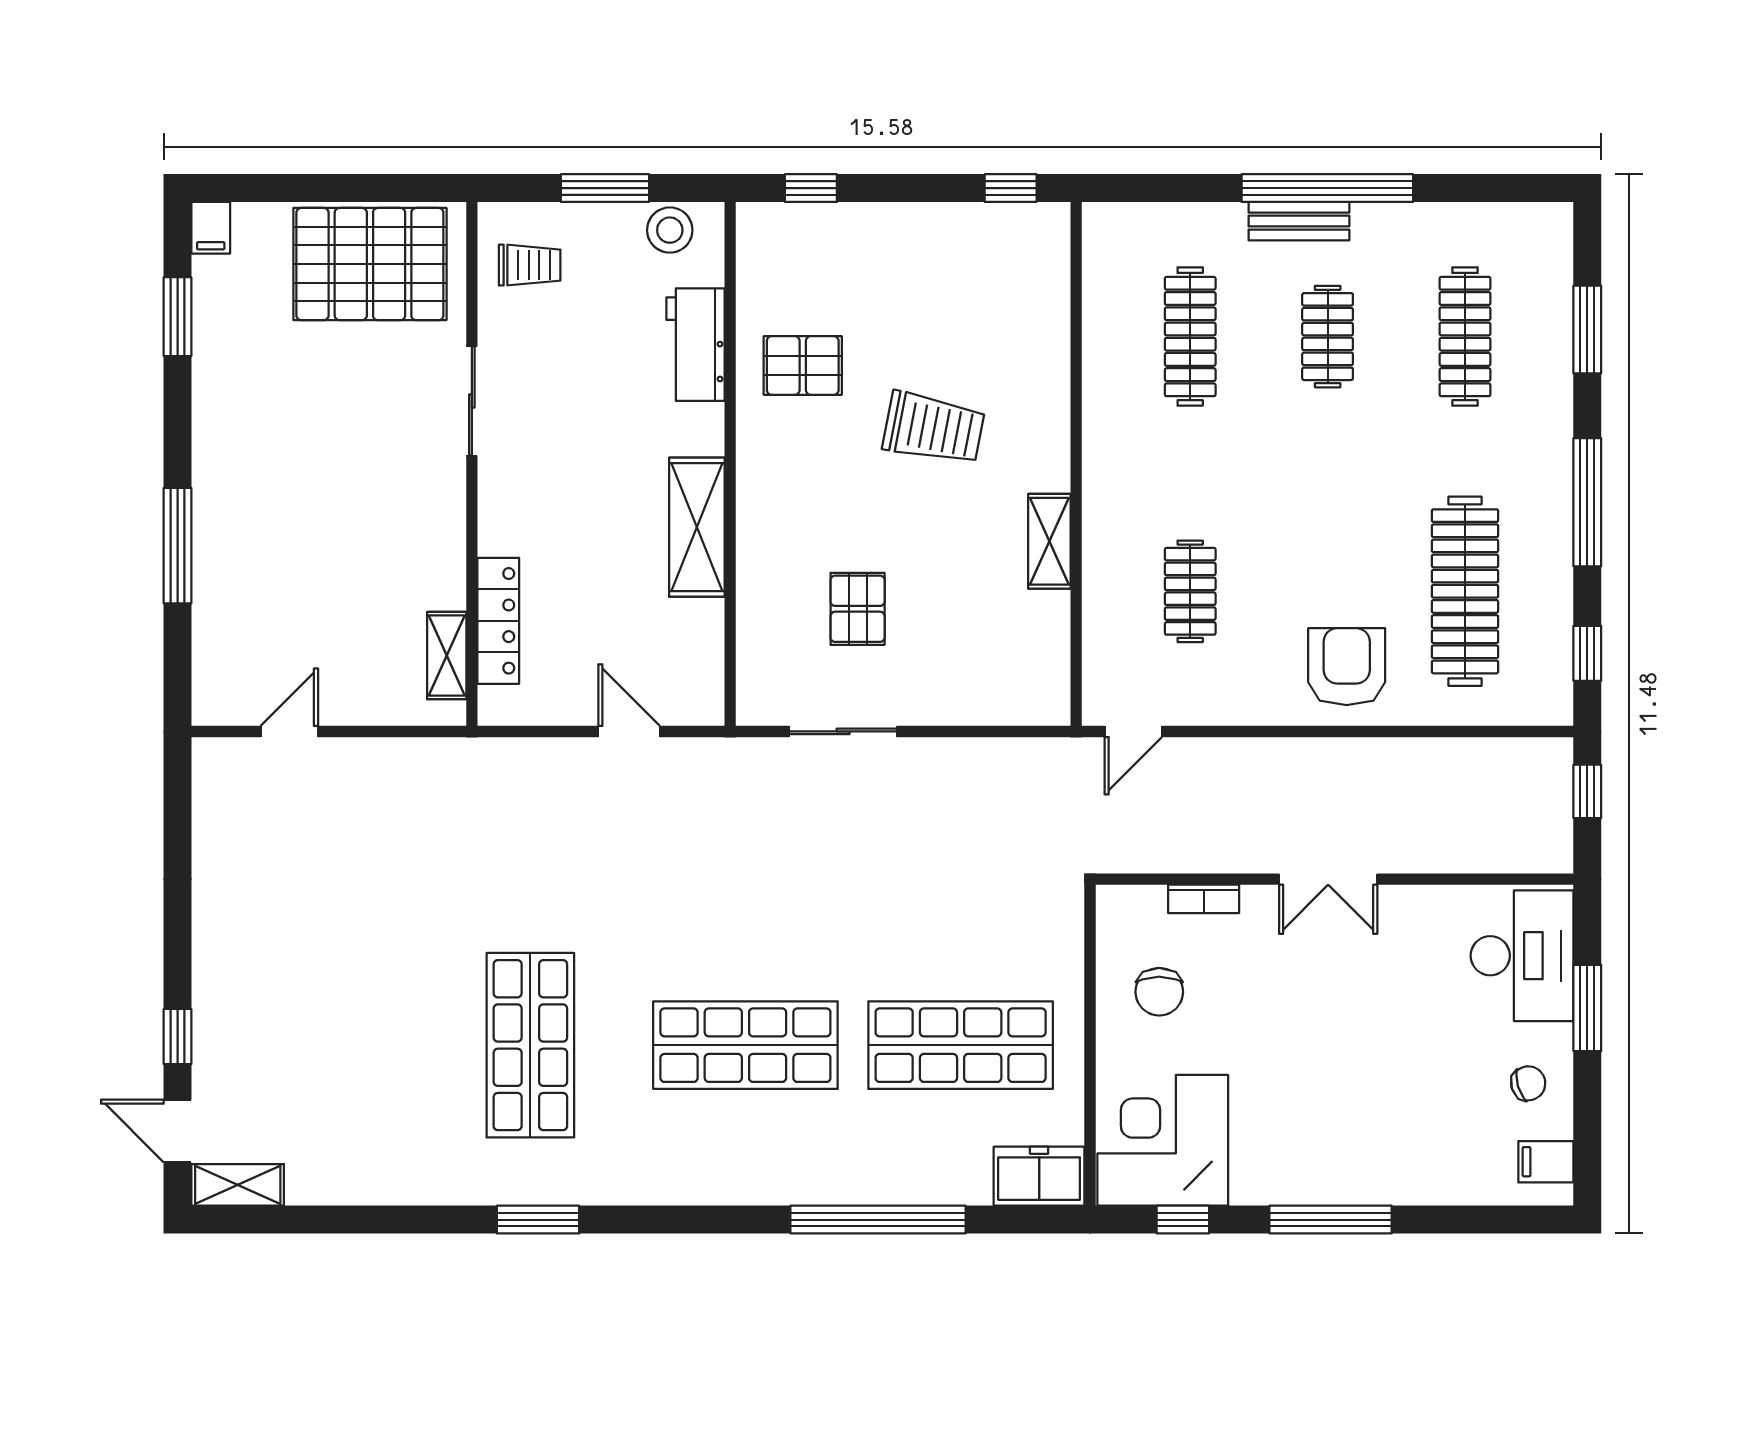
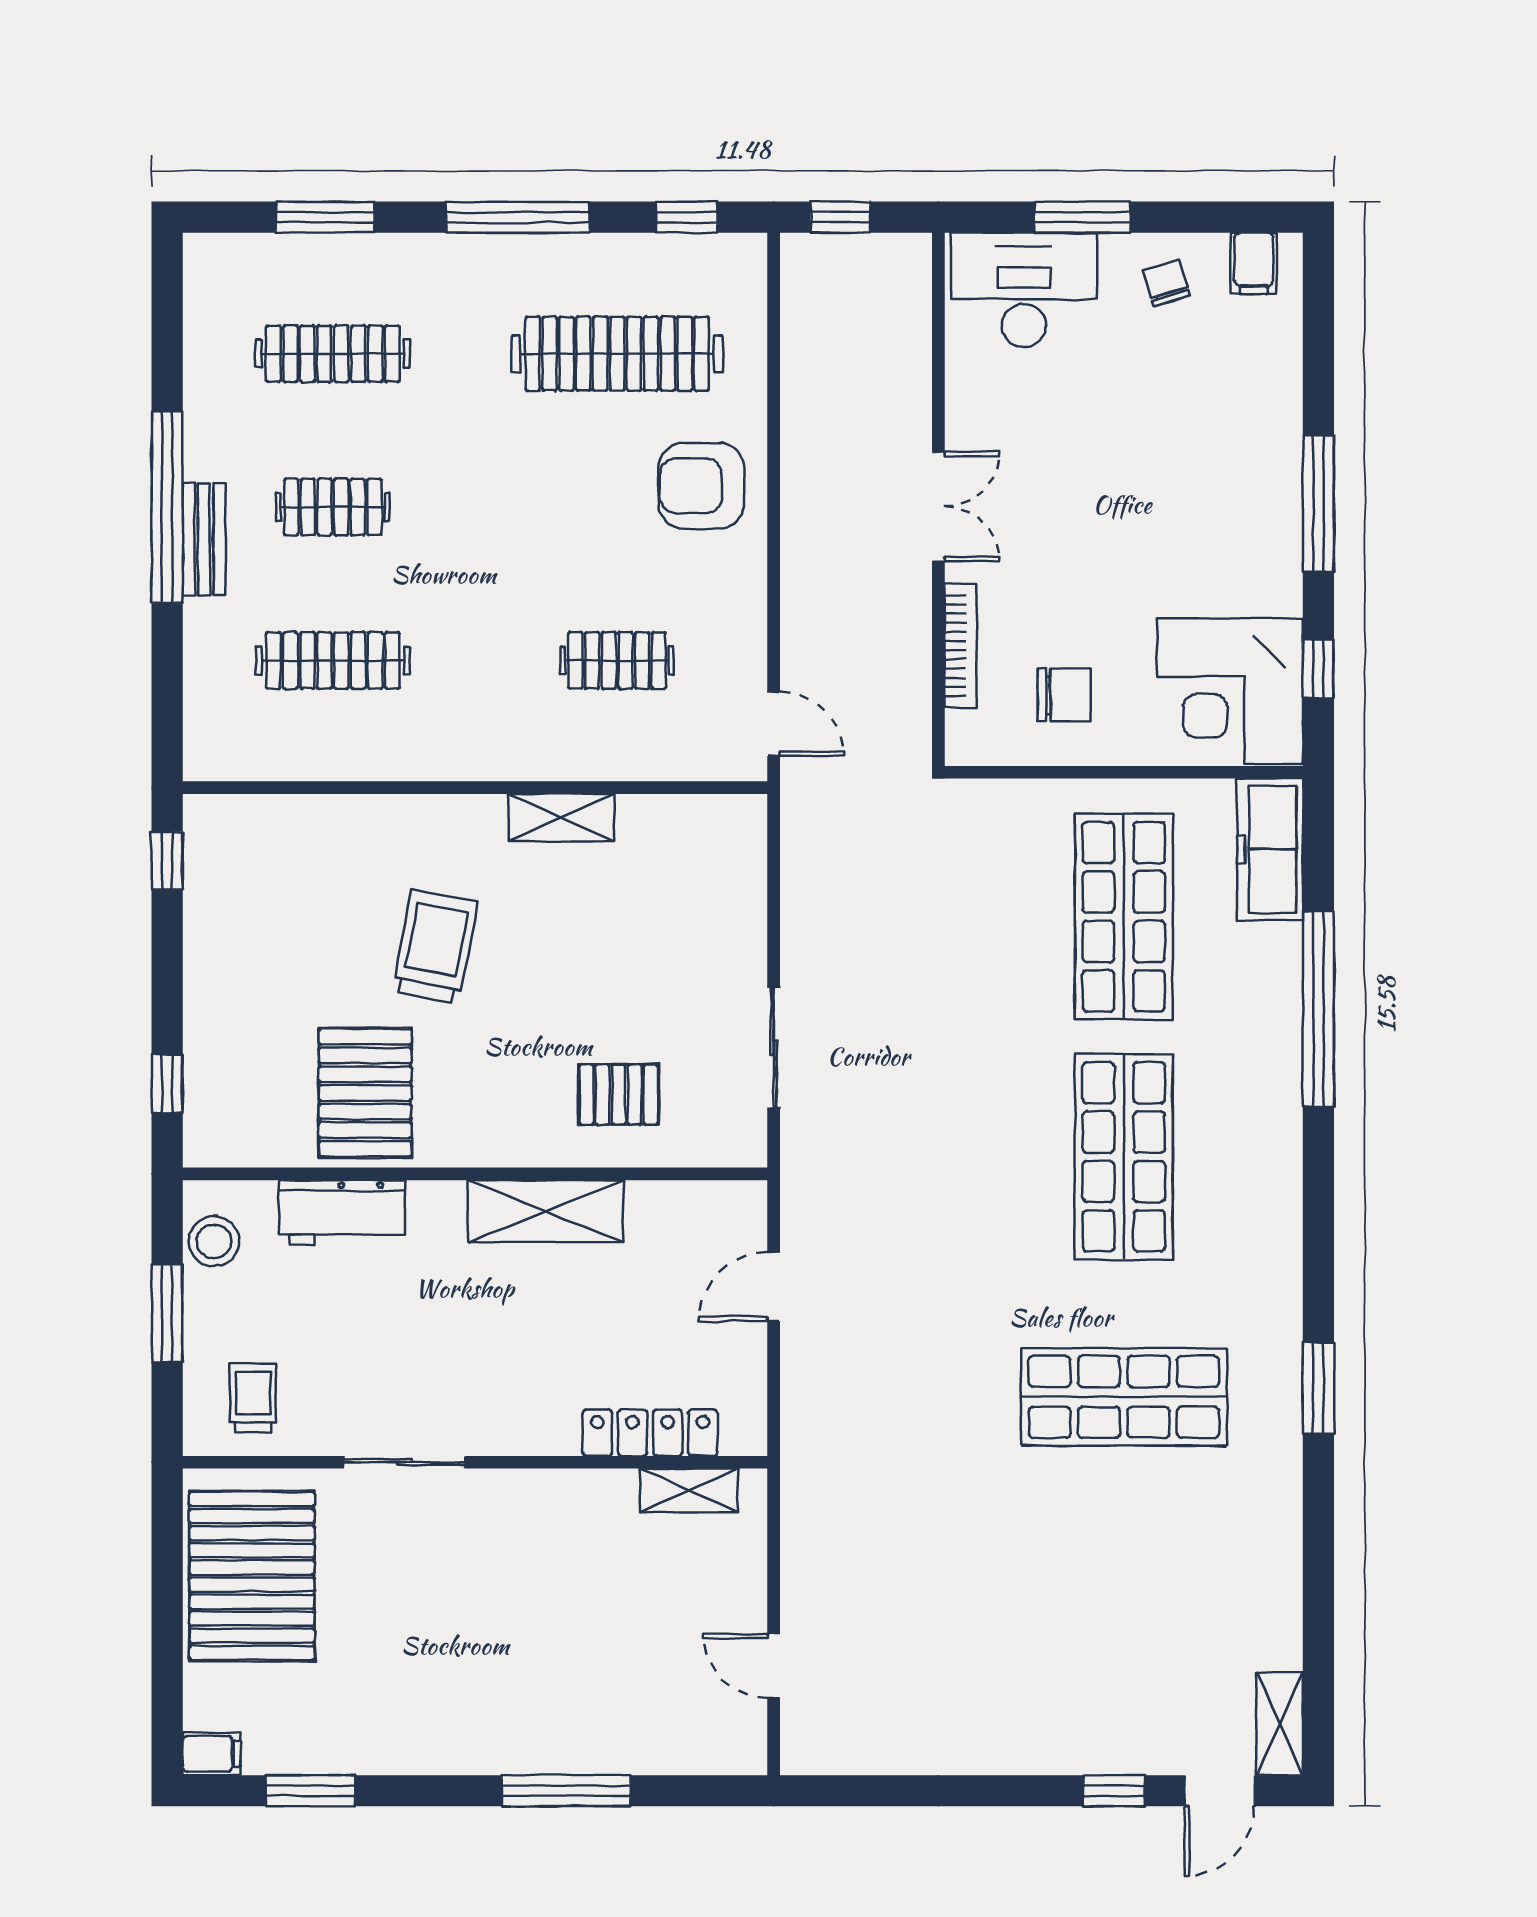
pallet: (803, 365) -> (365, 1093), width x1.50, depth x1.42
pallet: (858, 609) -> (619, 1095), moved
bookcase: (1204, 899) -> (960, 645), width x1.56
freezer: (1039, 1176) -> (1270, 849), width x1.40

